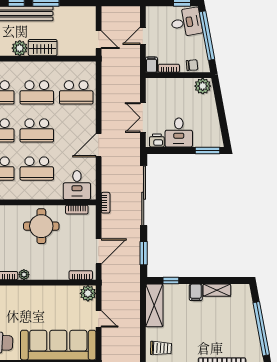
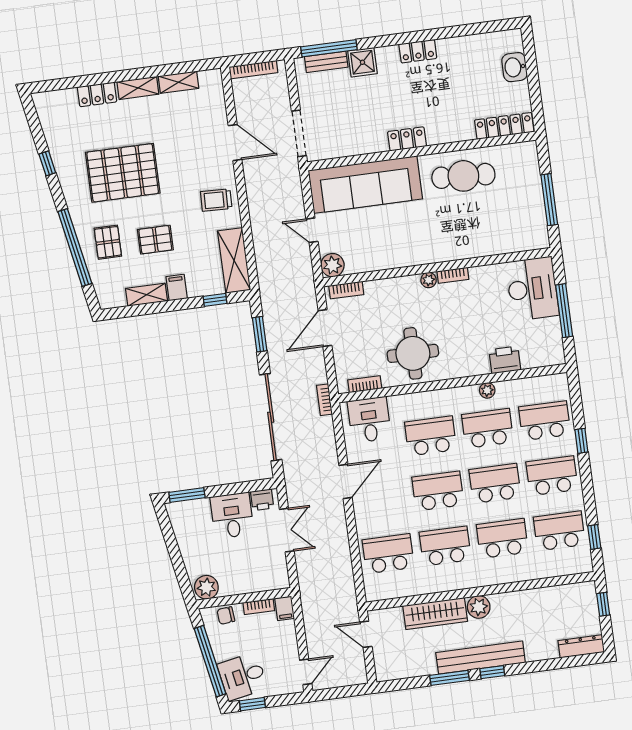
door: (143, 36) -> (306, 672), moved
wardrobe: (43, 48) -> (435, 613), width x1.50
pallet: (206, 327) -> (155, 240), added
pallet: (238, 329) -> (108, 242), added

